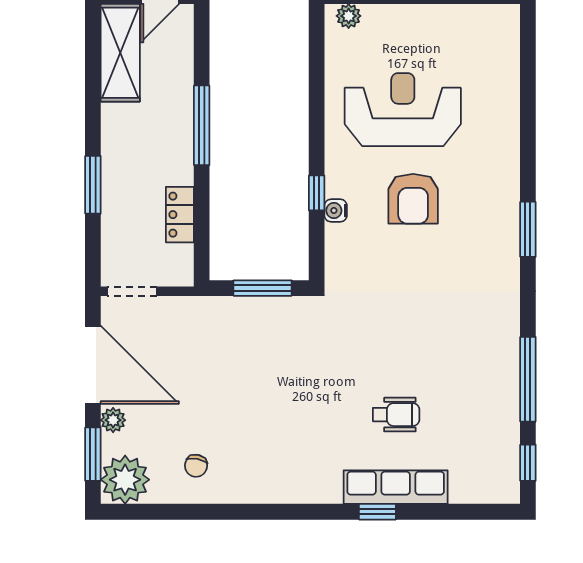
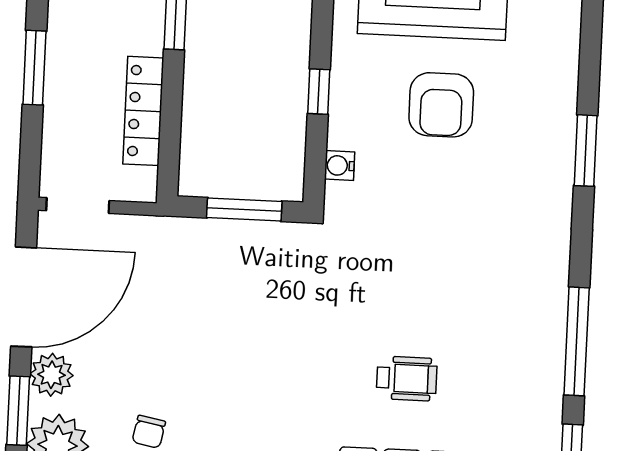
water cooler: (336, 211) -> (340, 166), moved
locker: (180, 215) -> (143, 111), width x1.53
door: (93, 365) -> (24, 297), hinge flipped
plant: (113, 420) -> (52, 375), width x1.38, depth x1.38

